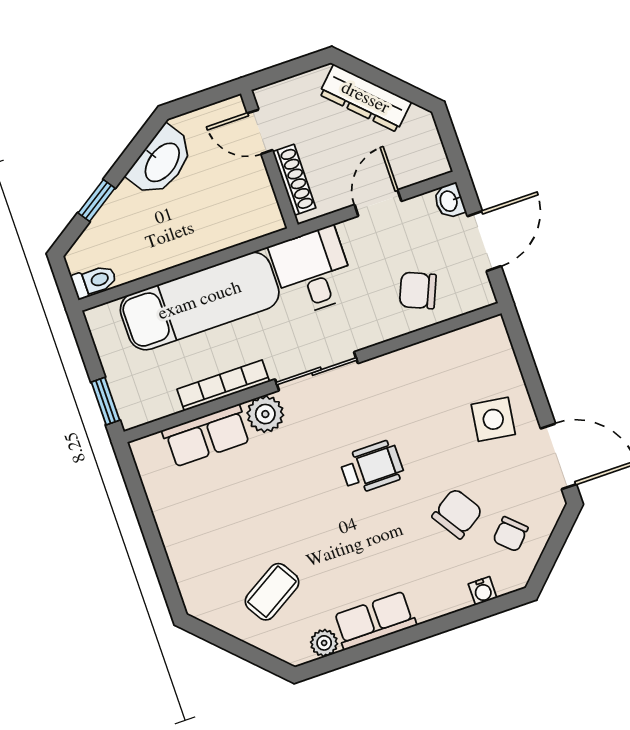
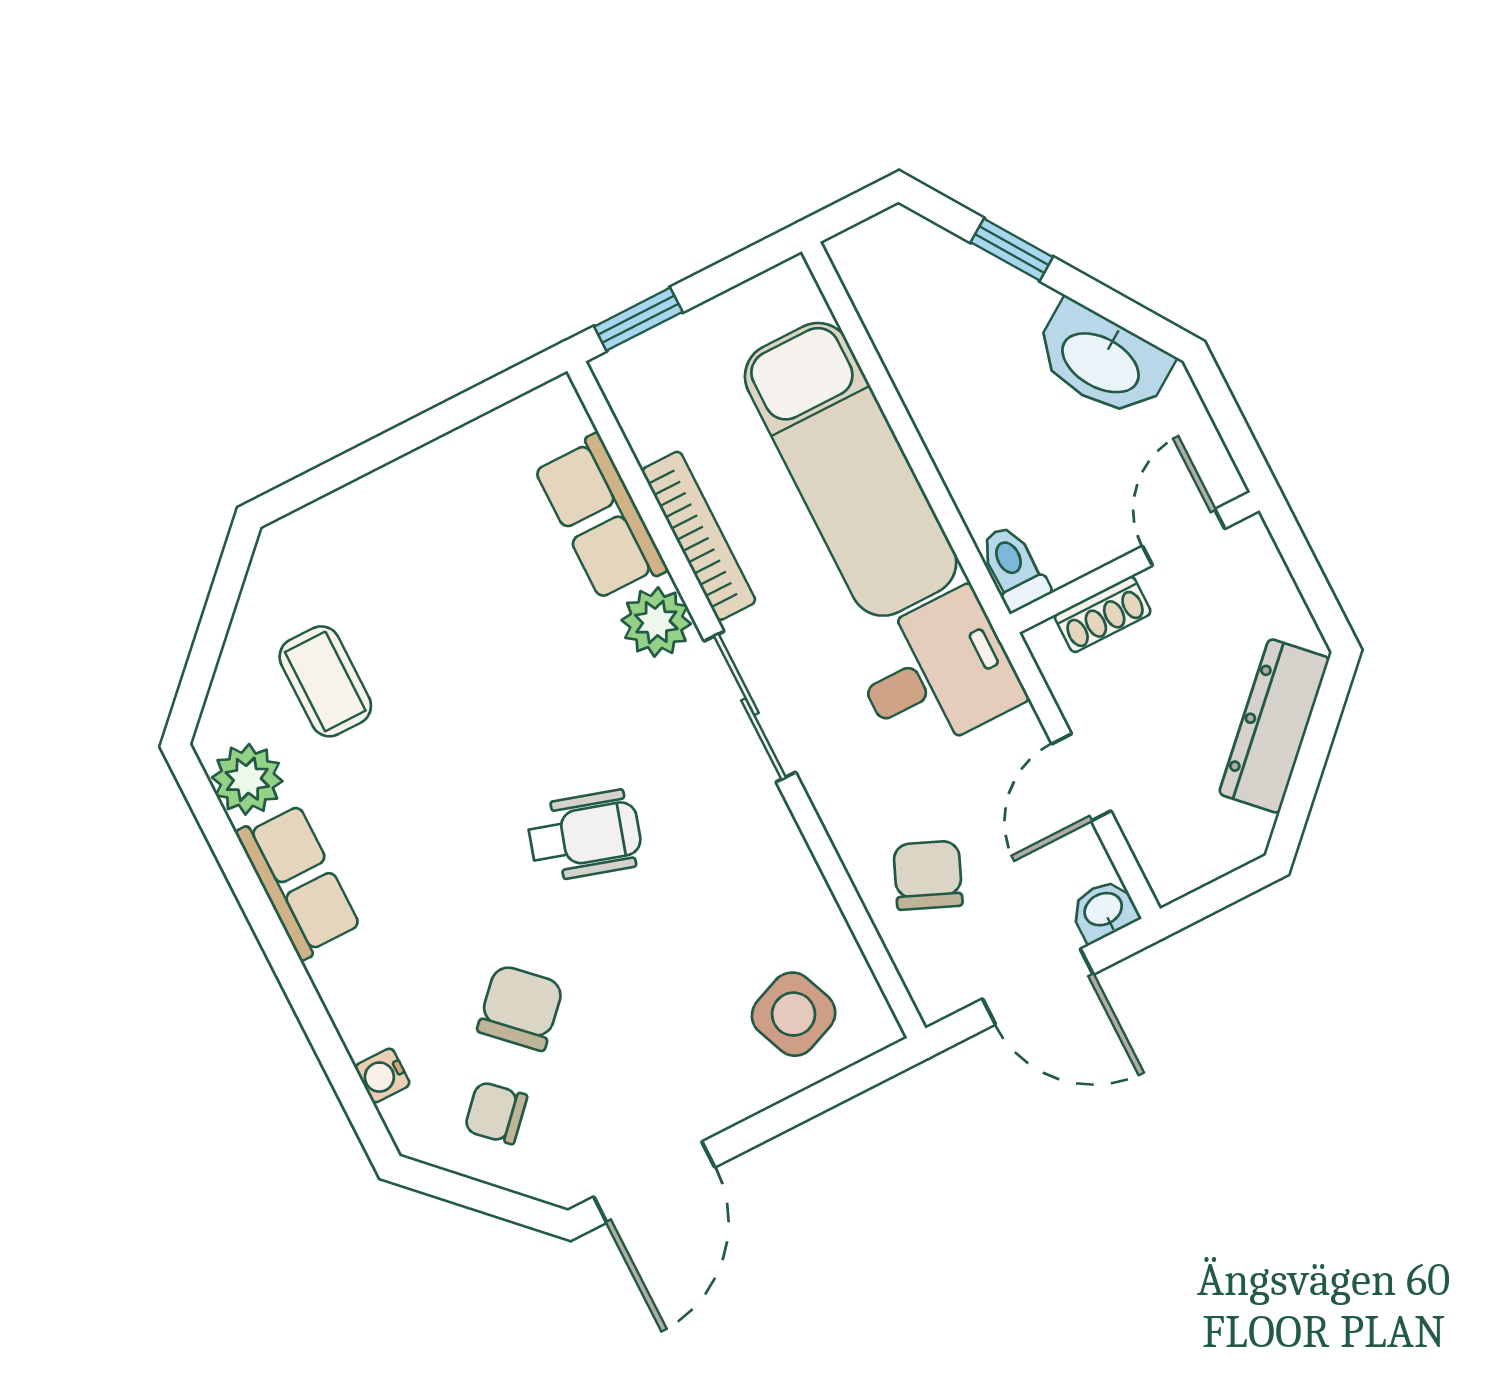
shoe rack: (294, 180) -> (1103, 614), width x0.70
door: (378, 203) -> (1081, 777), swing flipped
toilet: (94, 281) -> (1014, 568), moved, turned 180
side table: (493, 419) -> (794, 1014), moved, turned -30
wheelchair: (372, 467) -> (585, 836), turned -73
chair: (457, 514) -> (520, 1008), turned -103
coffee table: (272, 592) -> (325, 681), turned 31
plant: (324, 643) -> (247, 779), width x1.38, depth x1.38

